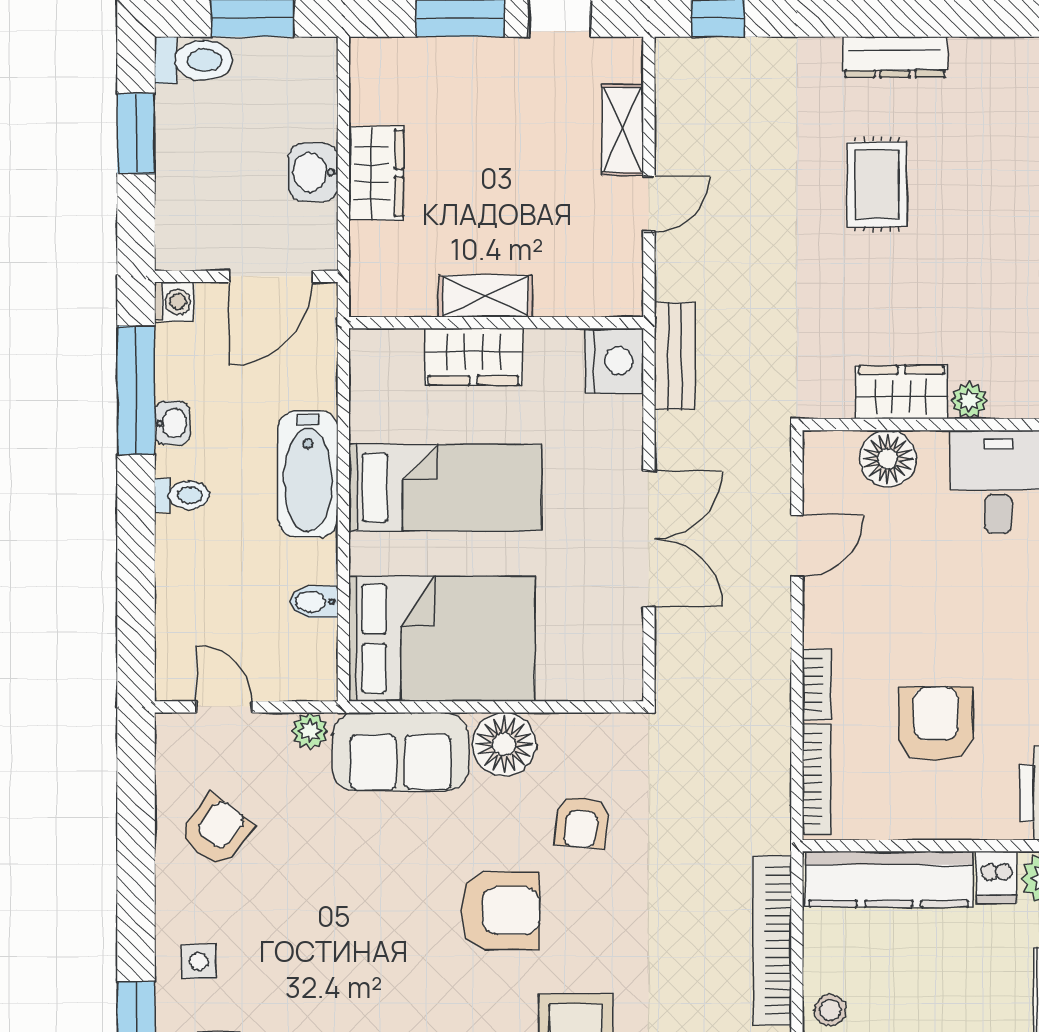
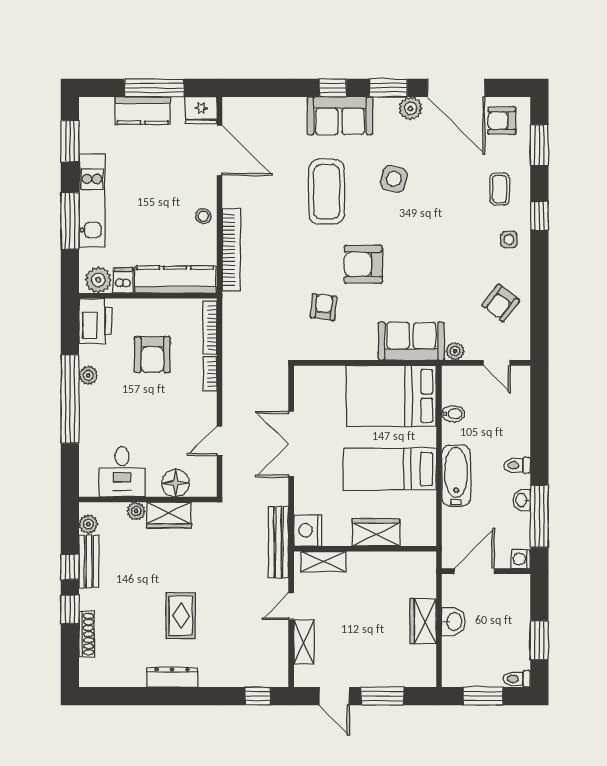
toilet: (193, 60) -> (517, 679), width x0.73, depth x0.72
shelving: (485, 296) -> (323, 562), moved
bench: (675, 356) -> (279, 542), width x1.36
floor lamp: (504, 744) -> (361, 345), removed

